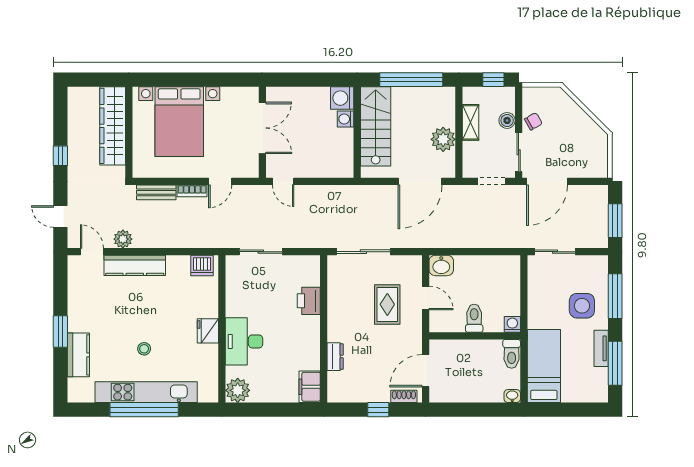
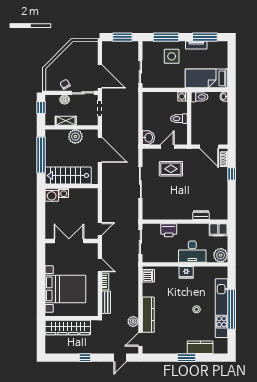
printer: (309, 301) -> (169, 230), moved
wall: (324, 329) -> (185, 222), moved
dresser: (335, 357) -> (201, 215), moved
filing cabinet: (310, 387) -> (218, 230), moved

